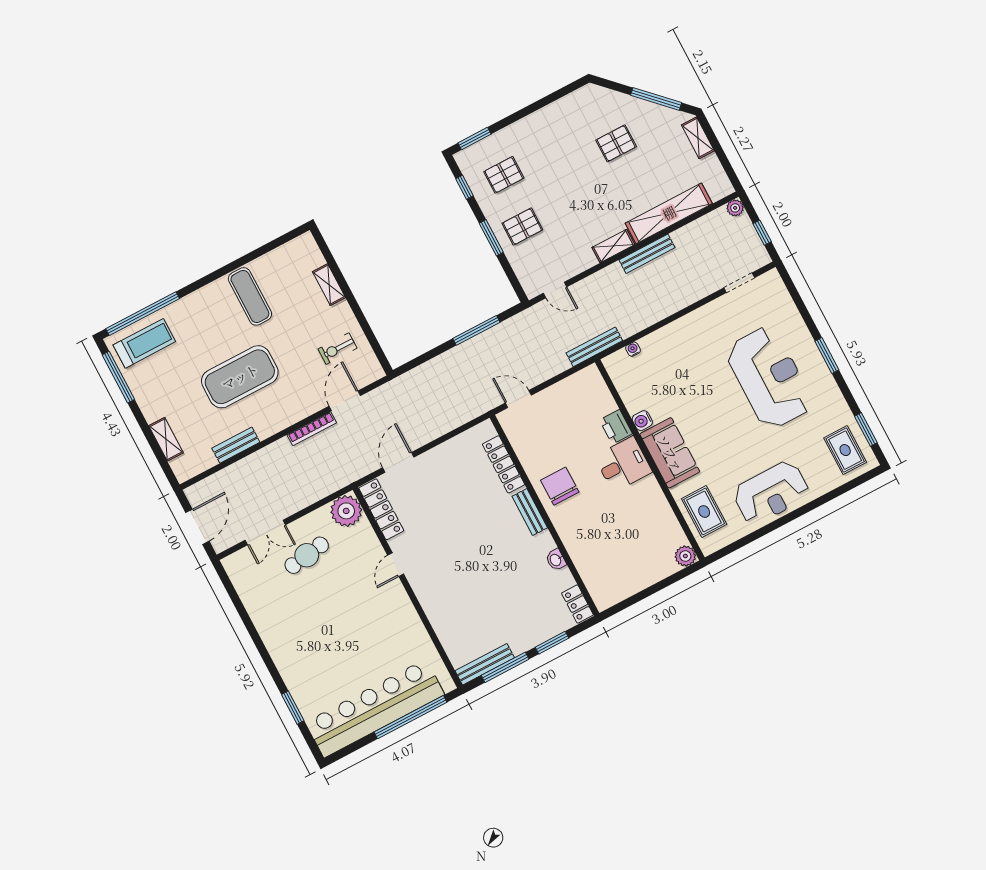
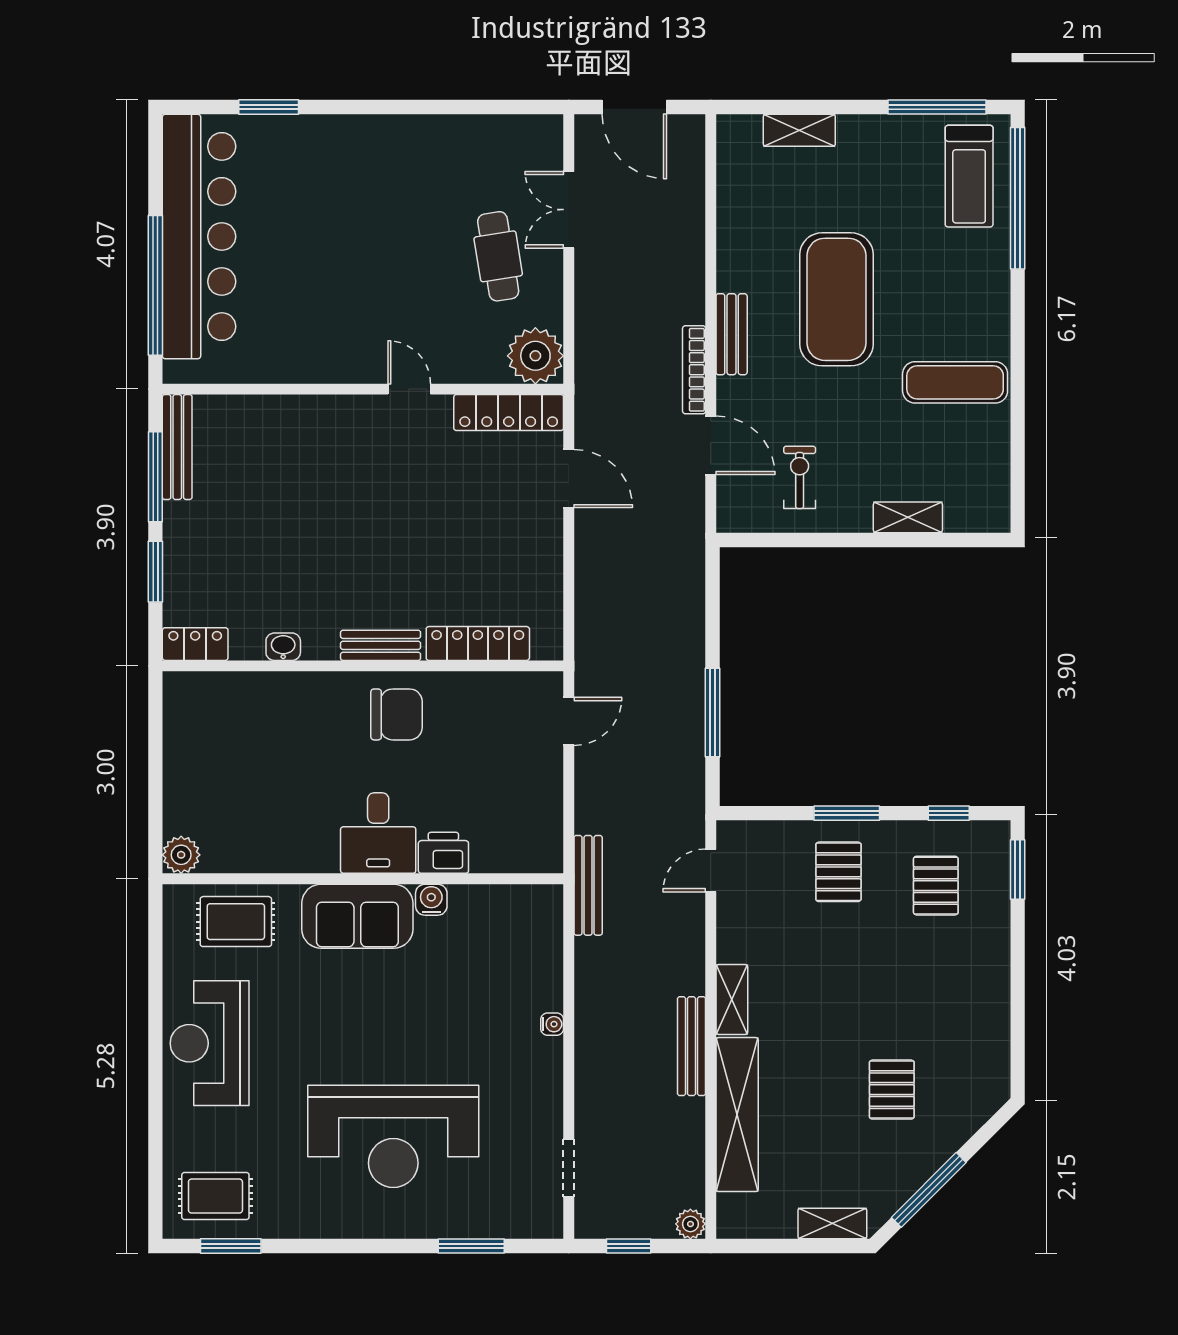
water cooler: (633, 349) -> (552, 1024), moved
window: (827, 356) -> (471, 1246), moved
bench: (236, 445) -> (732, 334), moved

